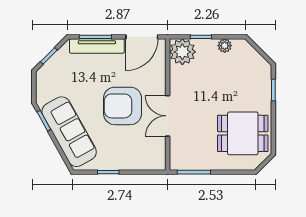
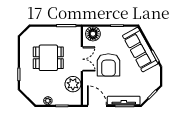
door: (142, 37) -> (97, 106), hinge flipped
plant: (182, 52) -> (73, 84), moved
armchair: (123, 106) -> (108, 65), turned 90
dining table: (243, 133) -> (48, 58), moved
floor lamp: (149, 158) -> (93, 34), added

